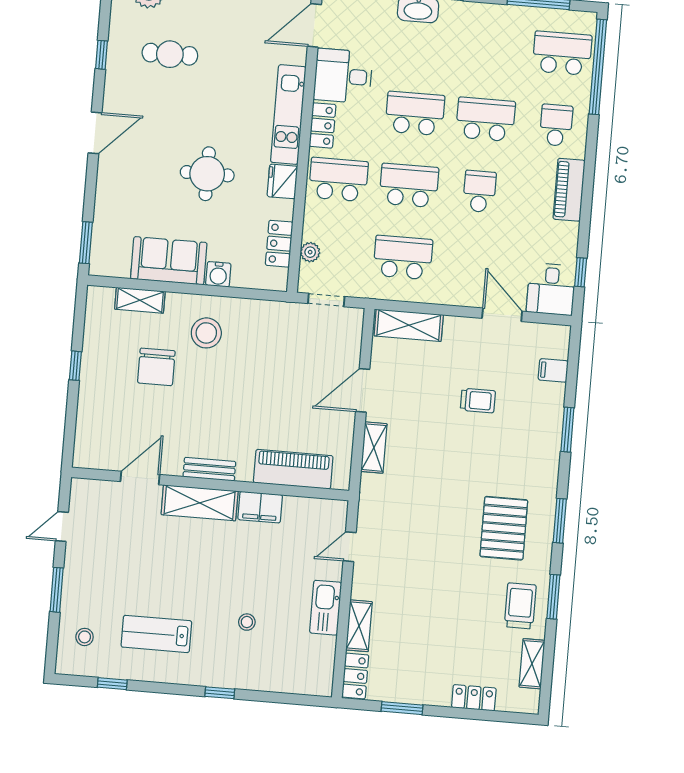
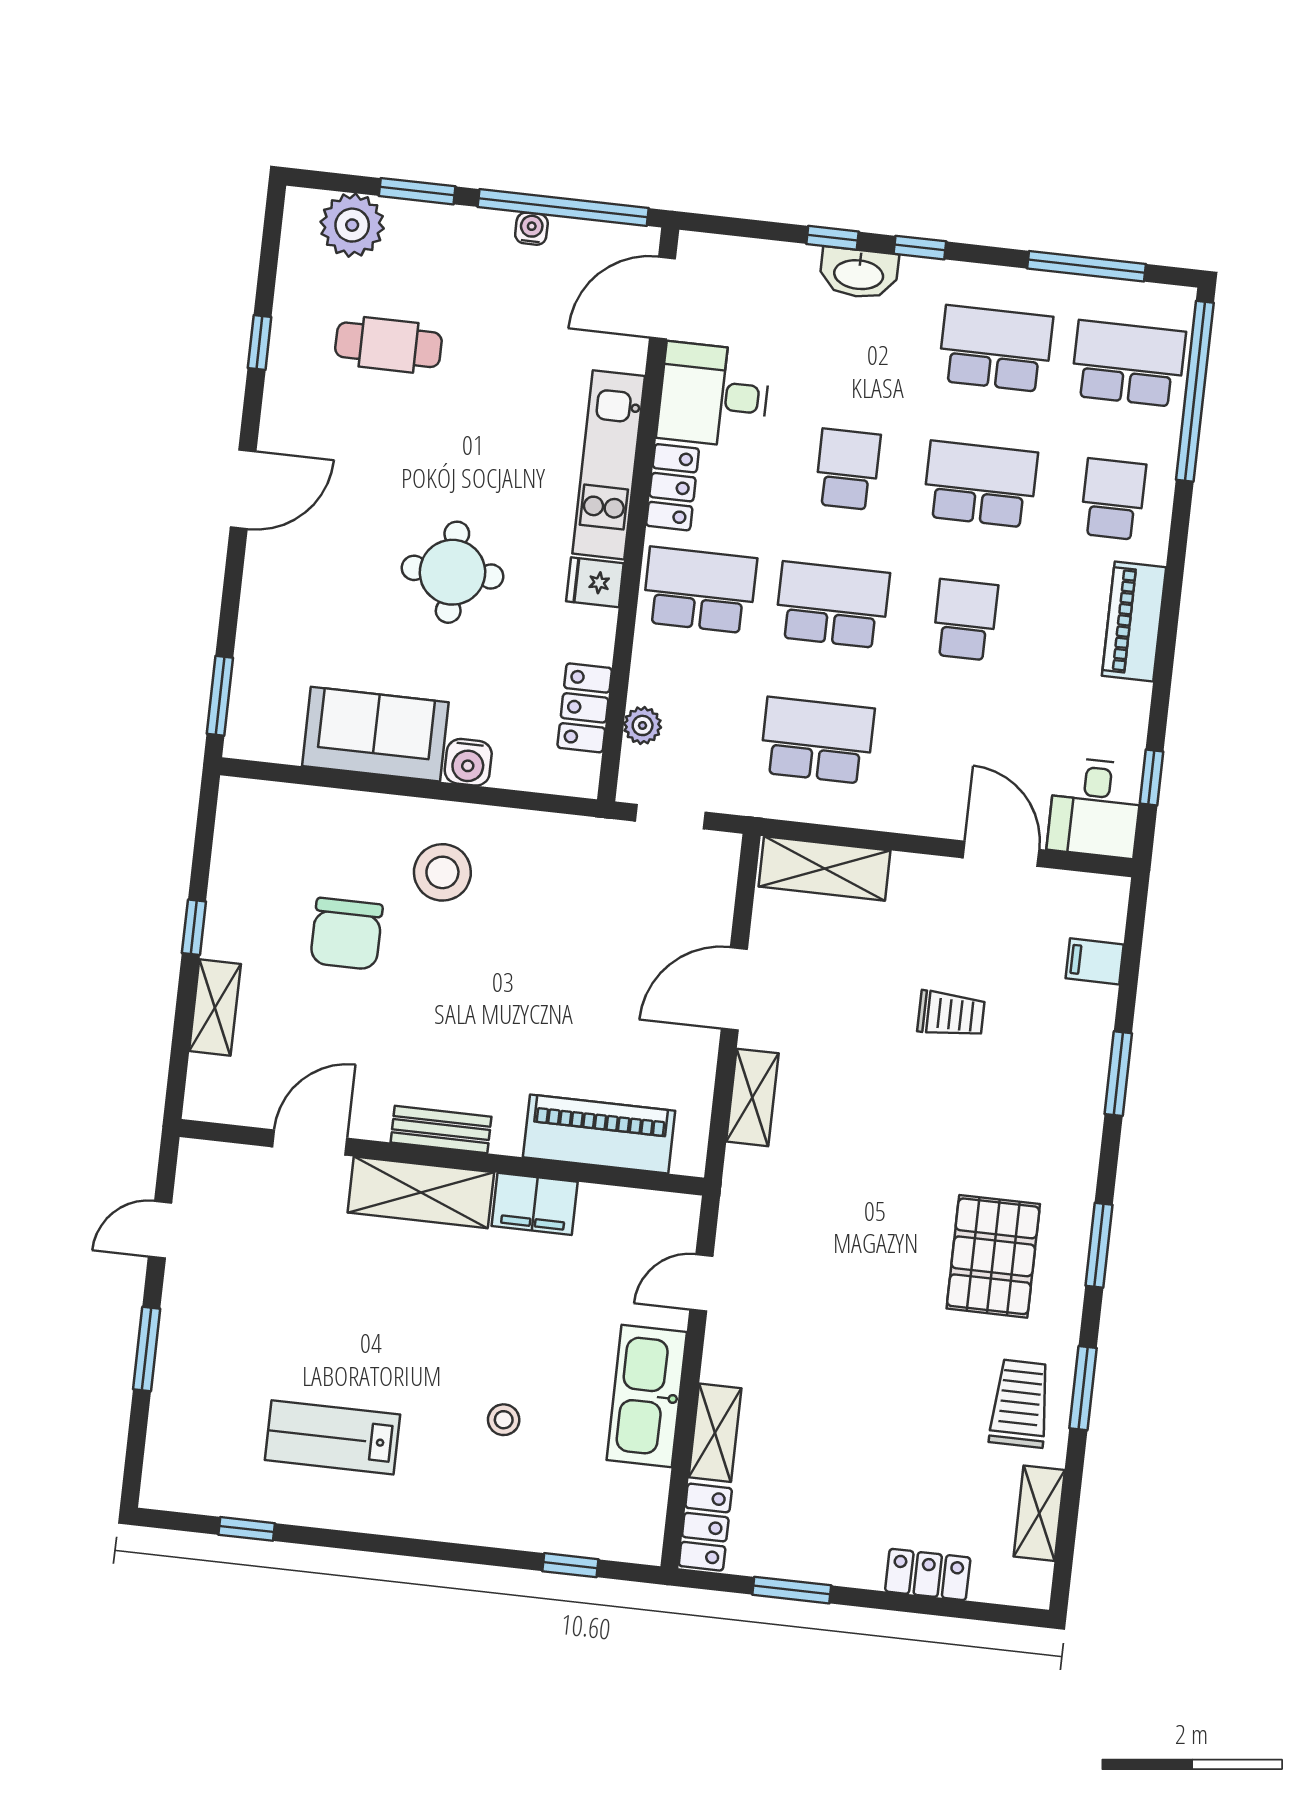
school desk: (492, 47) -> (995, 349), added
school desk: (415, 113) -> (847, 469), width x0.54
fridge: (282, 181) -> (595, 582), width x0.72
shelving: (140, 300) -> (215, 1007), moved, turned 90
kitchen sink: (326, 608) -> (647, 1396), width x1.36, depth x1.24
stool: (85, 637) -> (197, 1439), removed
window: (220, 693) -> (570, 1565), moved

